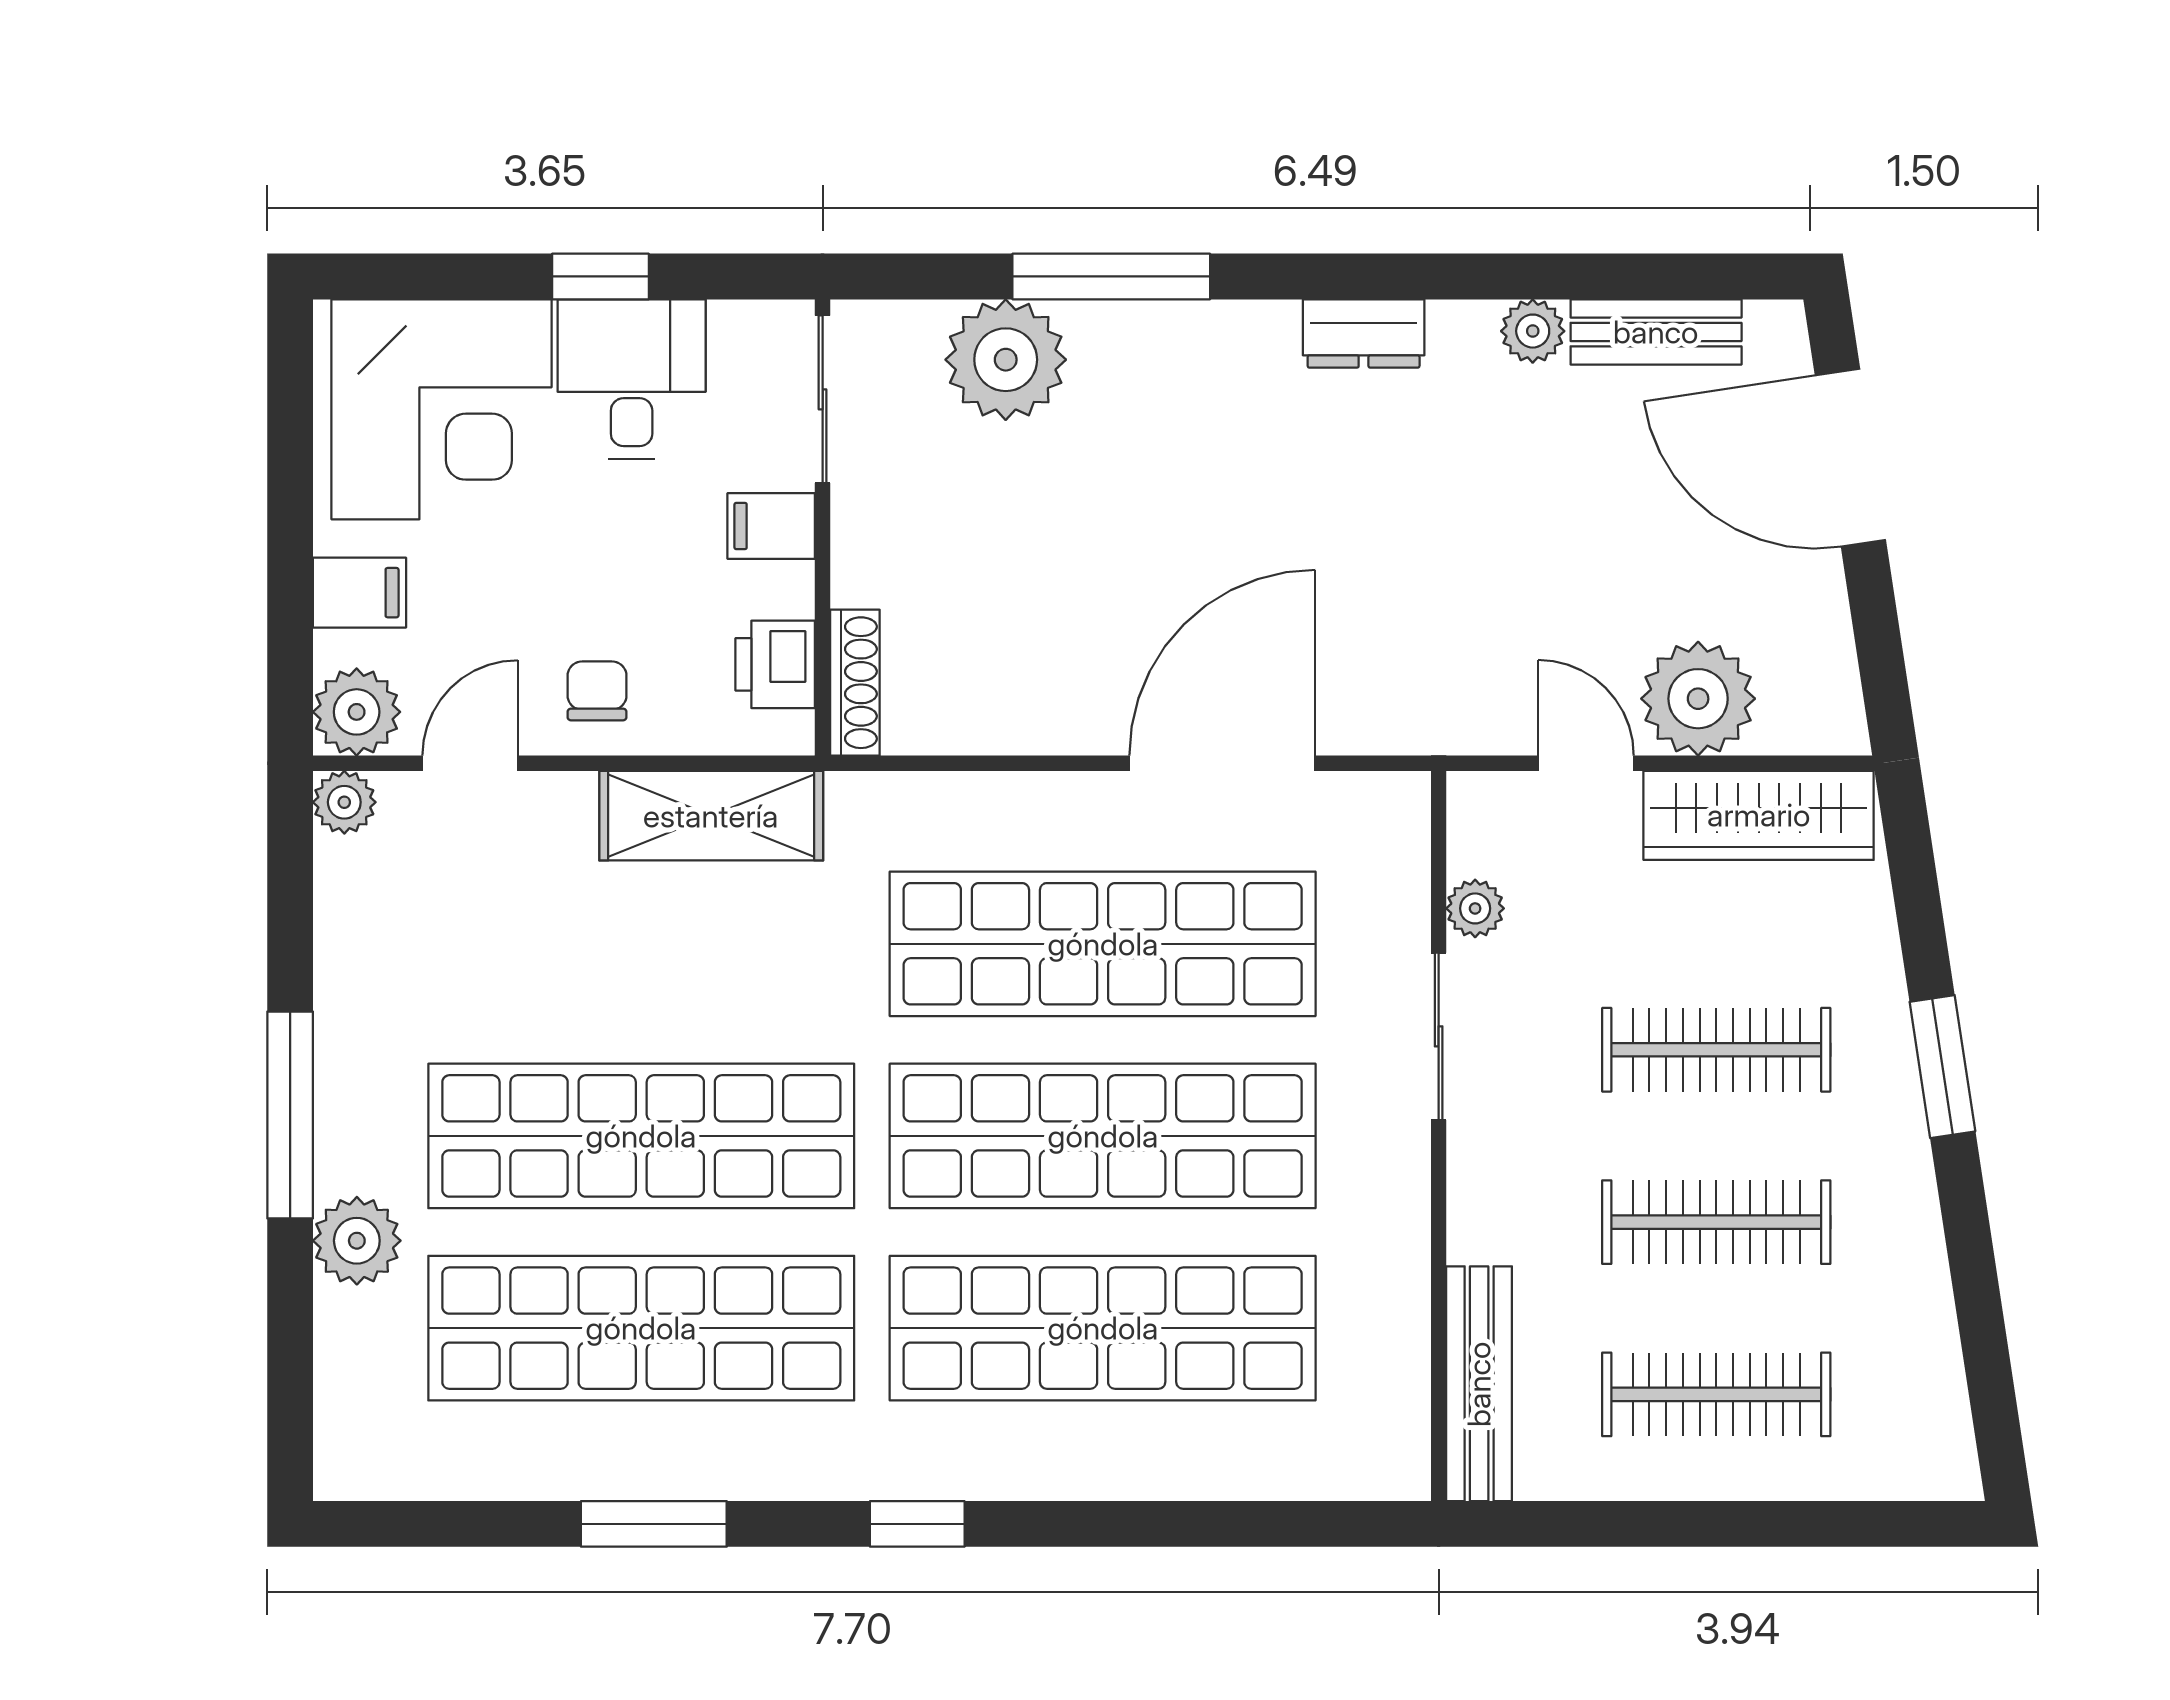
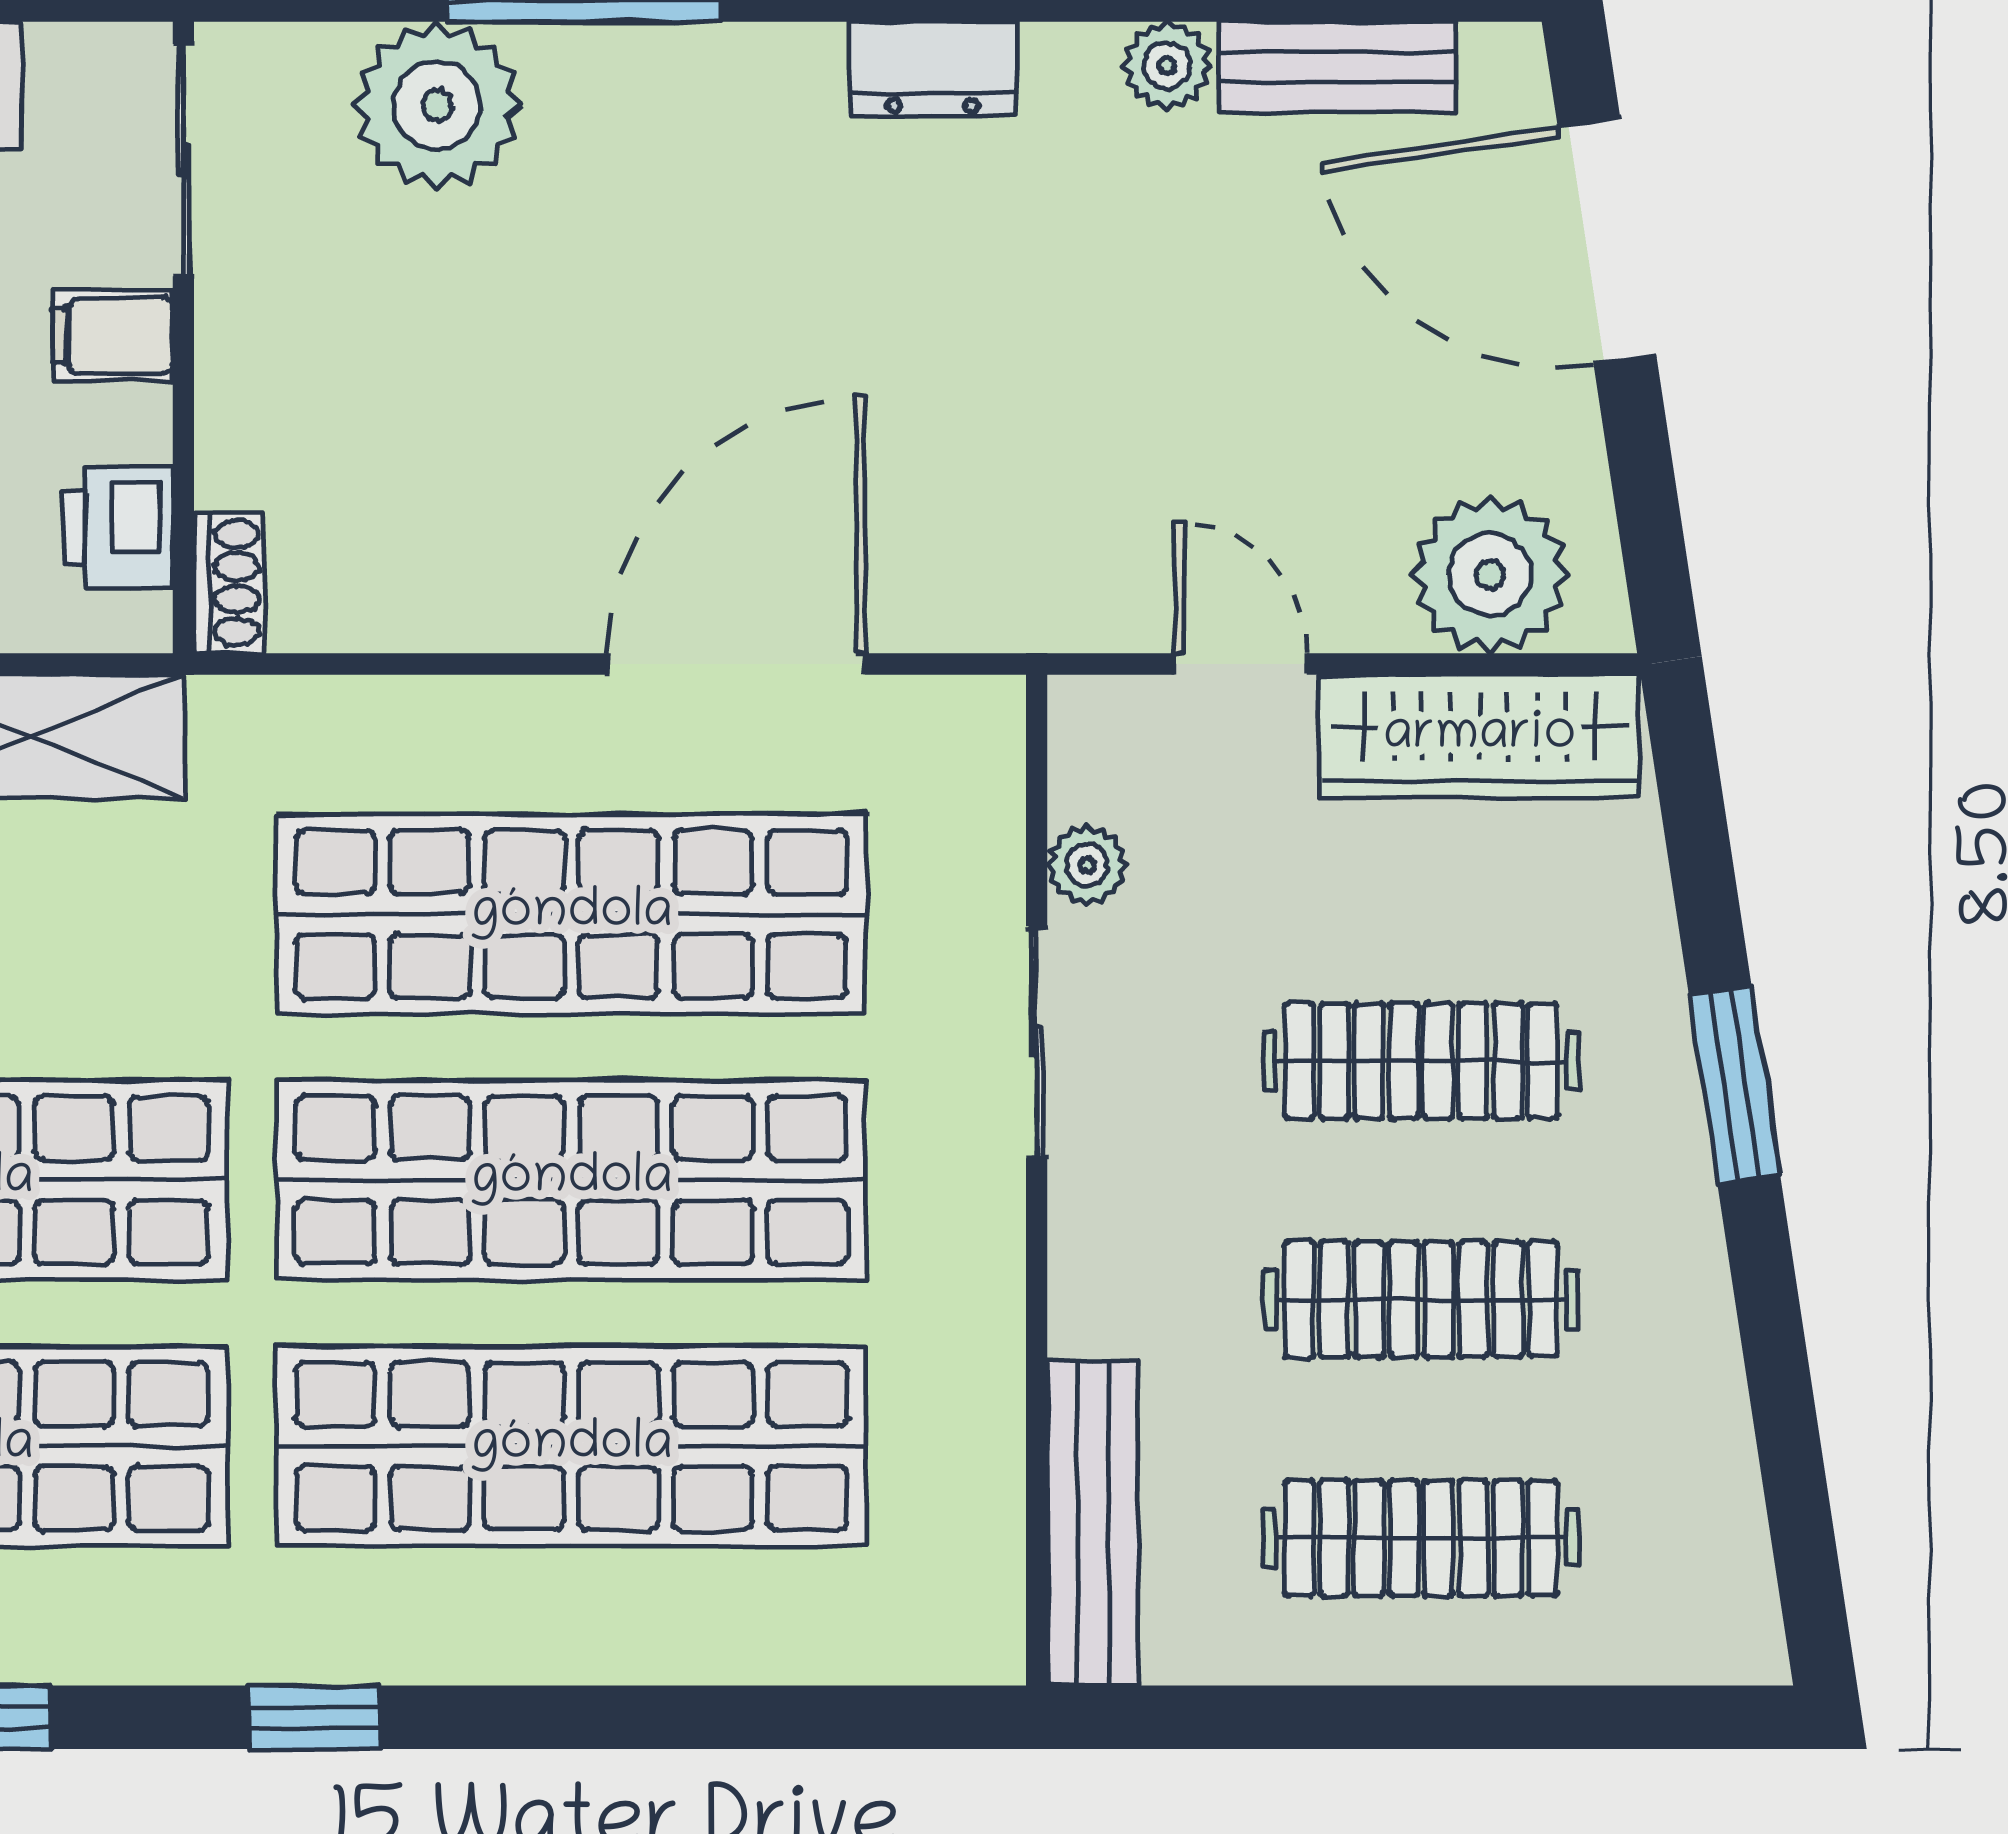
shoe rack: (855, 683) -> (228, 583), width x0.70
plant: (1698, 699) -> (1490, 575), moved

